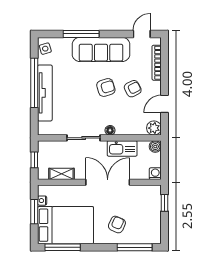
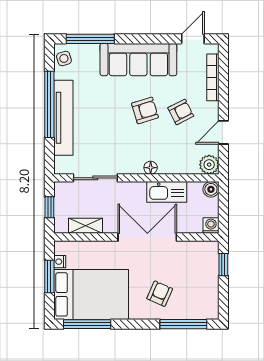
window: (81, 34) -> (90, 39), moved
sliding door: (84, 138) -> (95, 178), moved

